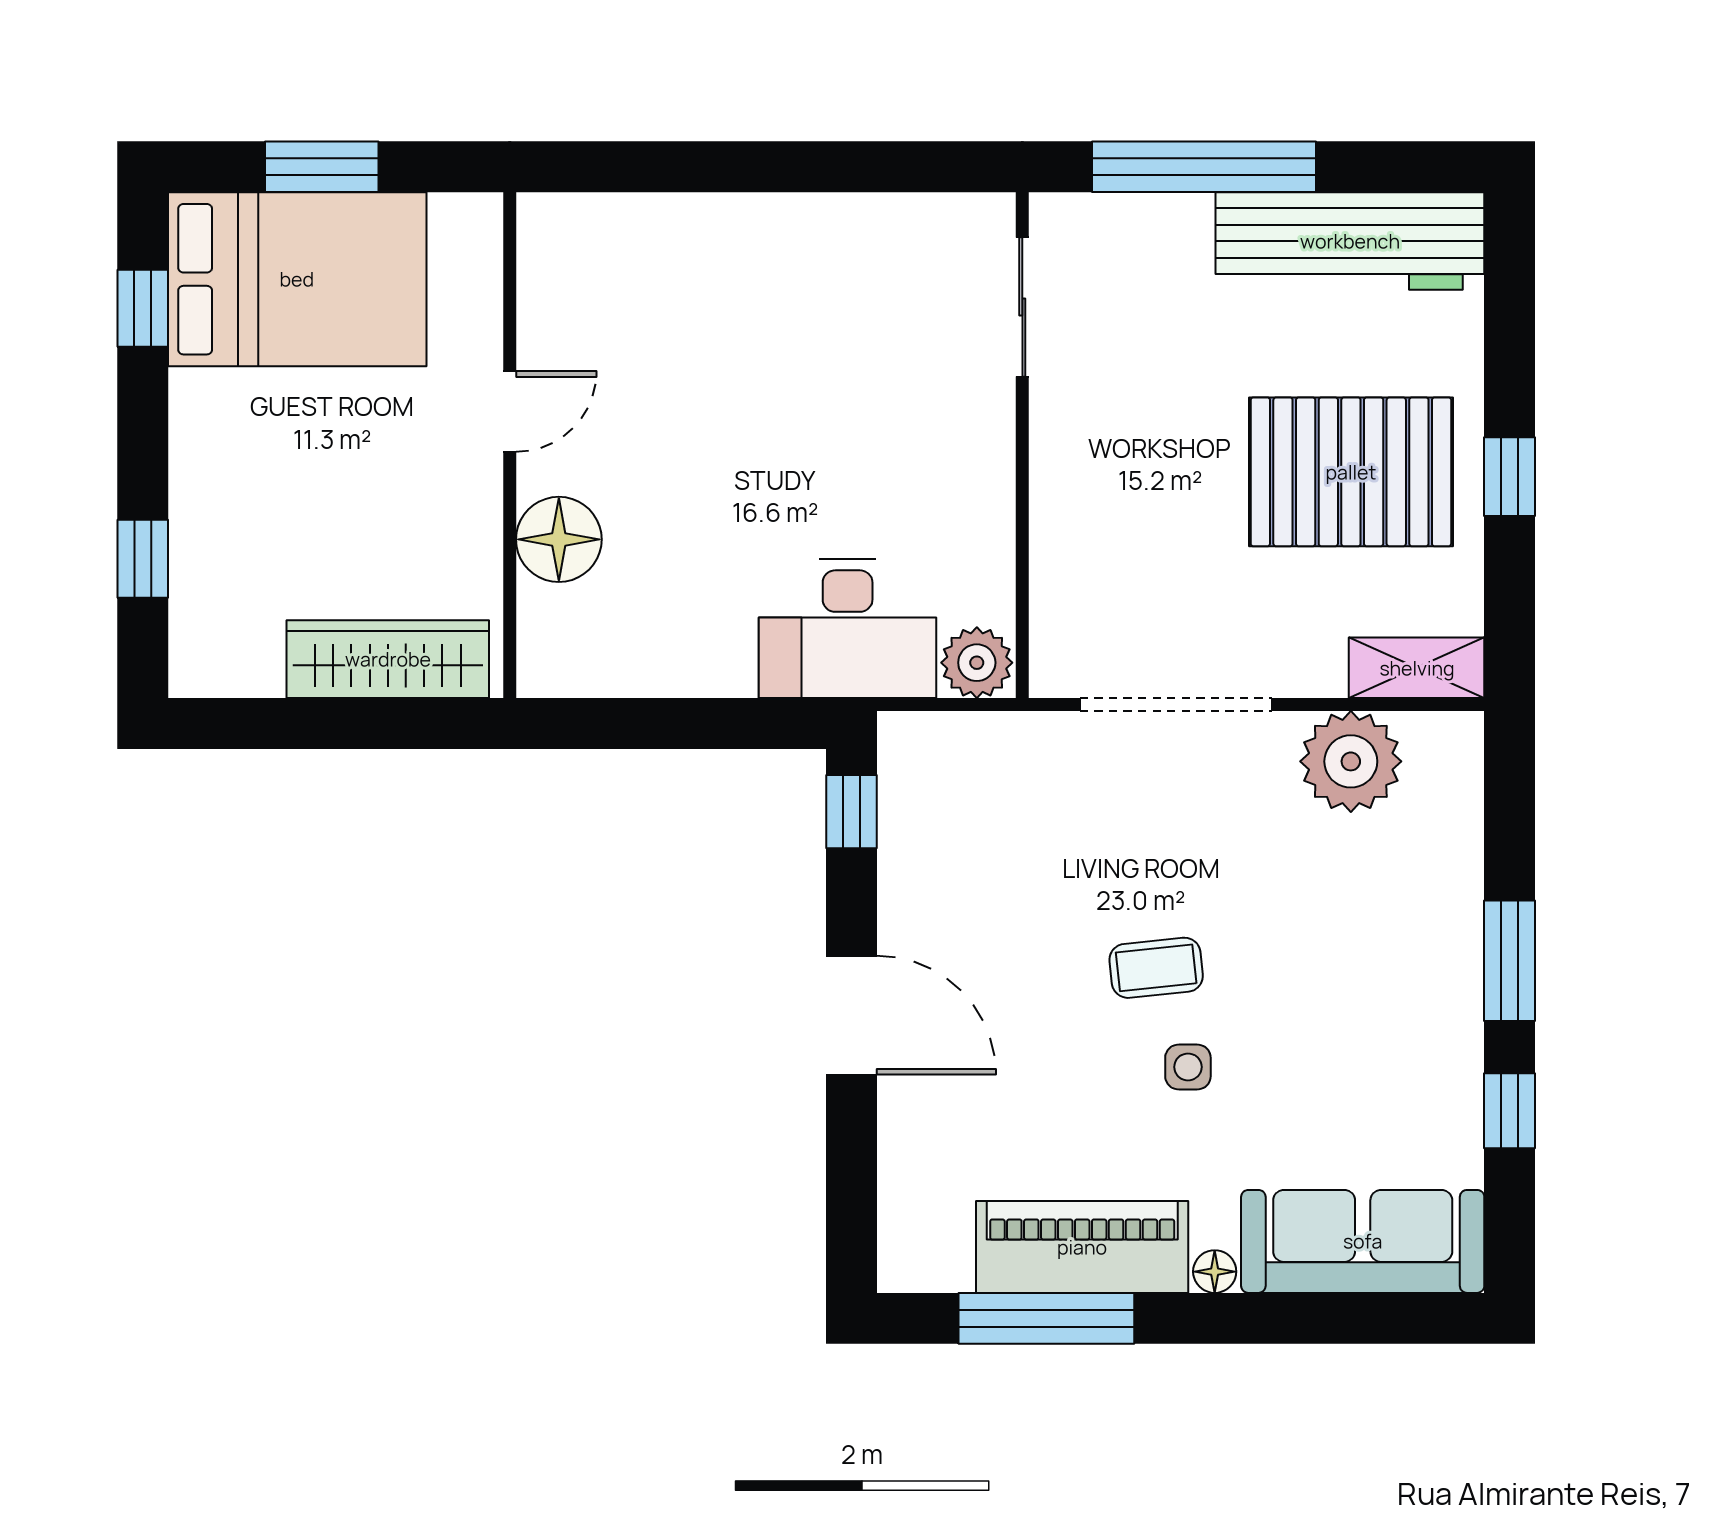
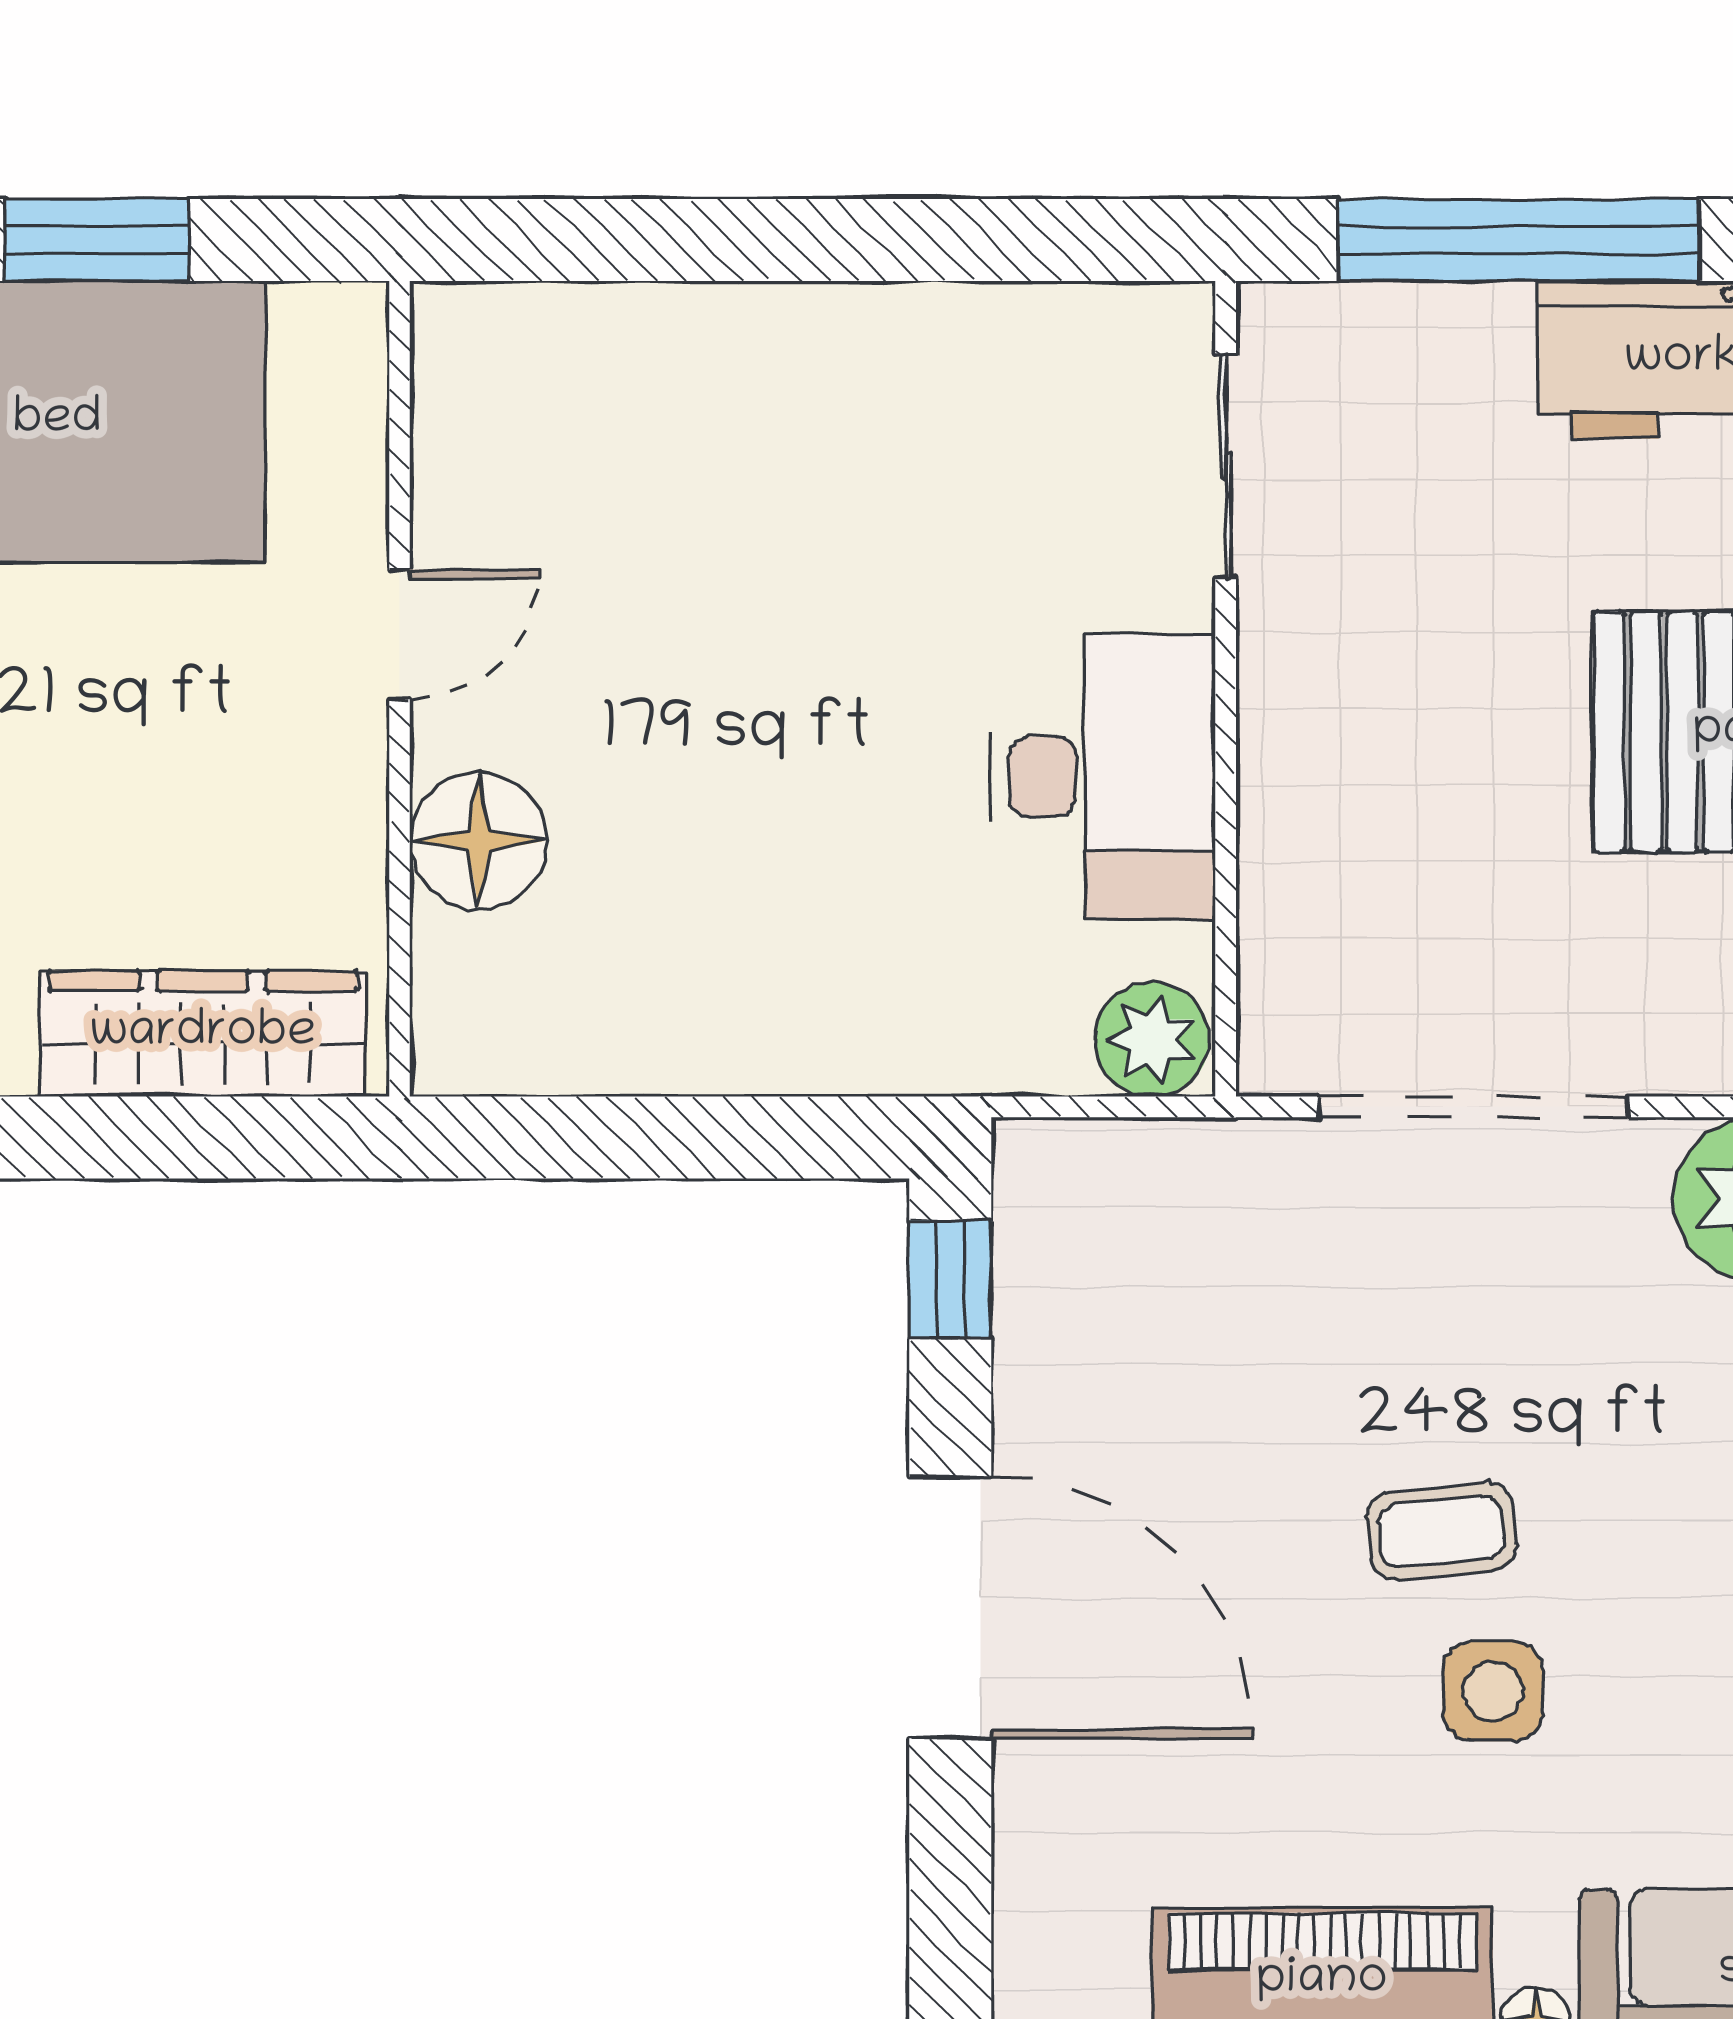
desk: (848, 629) -> (1103, 777), moved, turned -90
door: (851, 1015) -> (950, 1607), width x1.36
side table: (1188, 1067) -> (1493, 1691), width x1.37, depth x1.37

